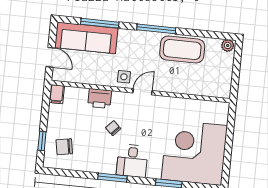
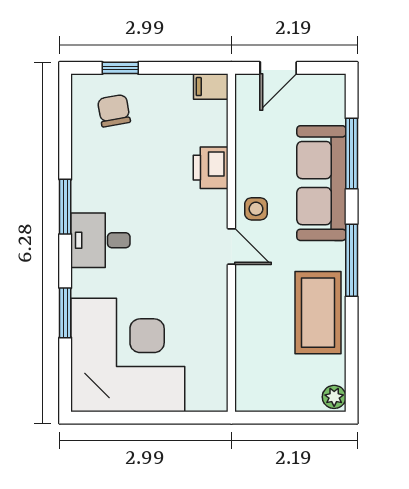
sofa: (86, 38) -> (321, 183), moved
chair: (113, 128) -> (158, 199), removed

